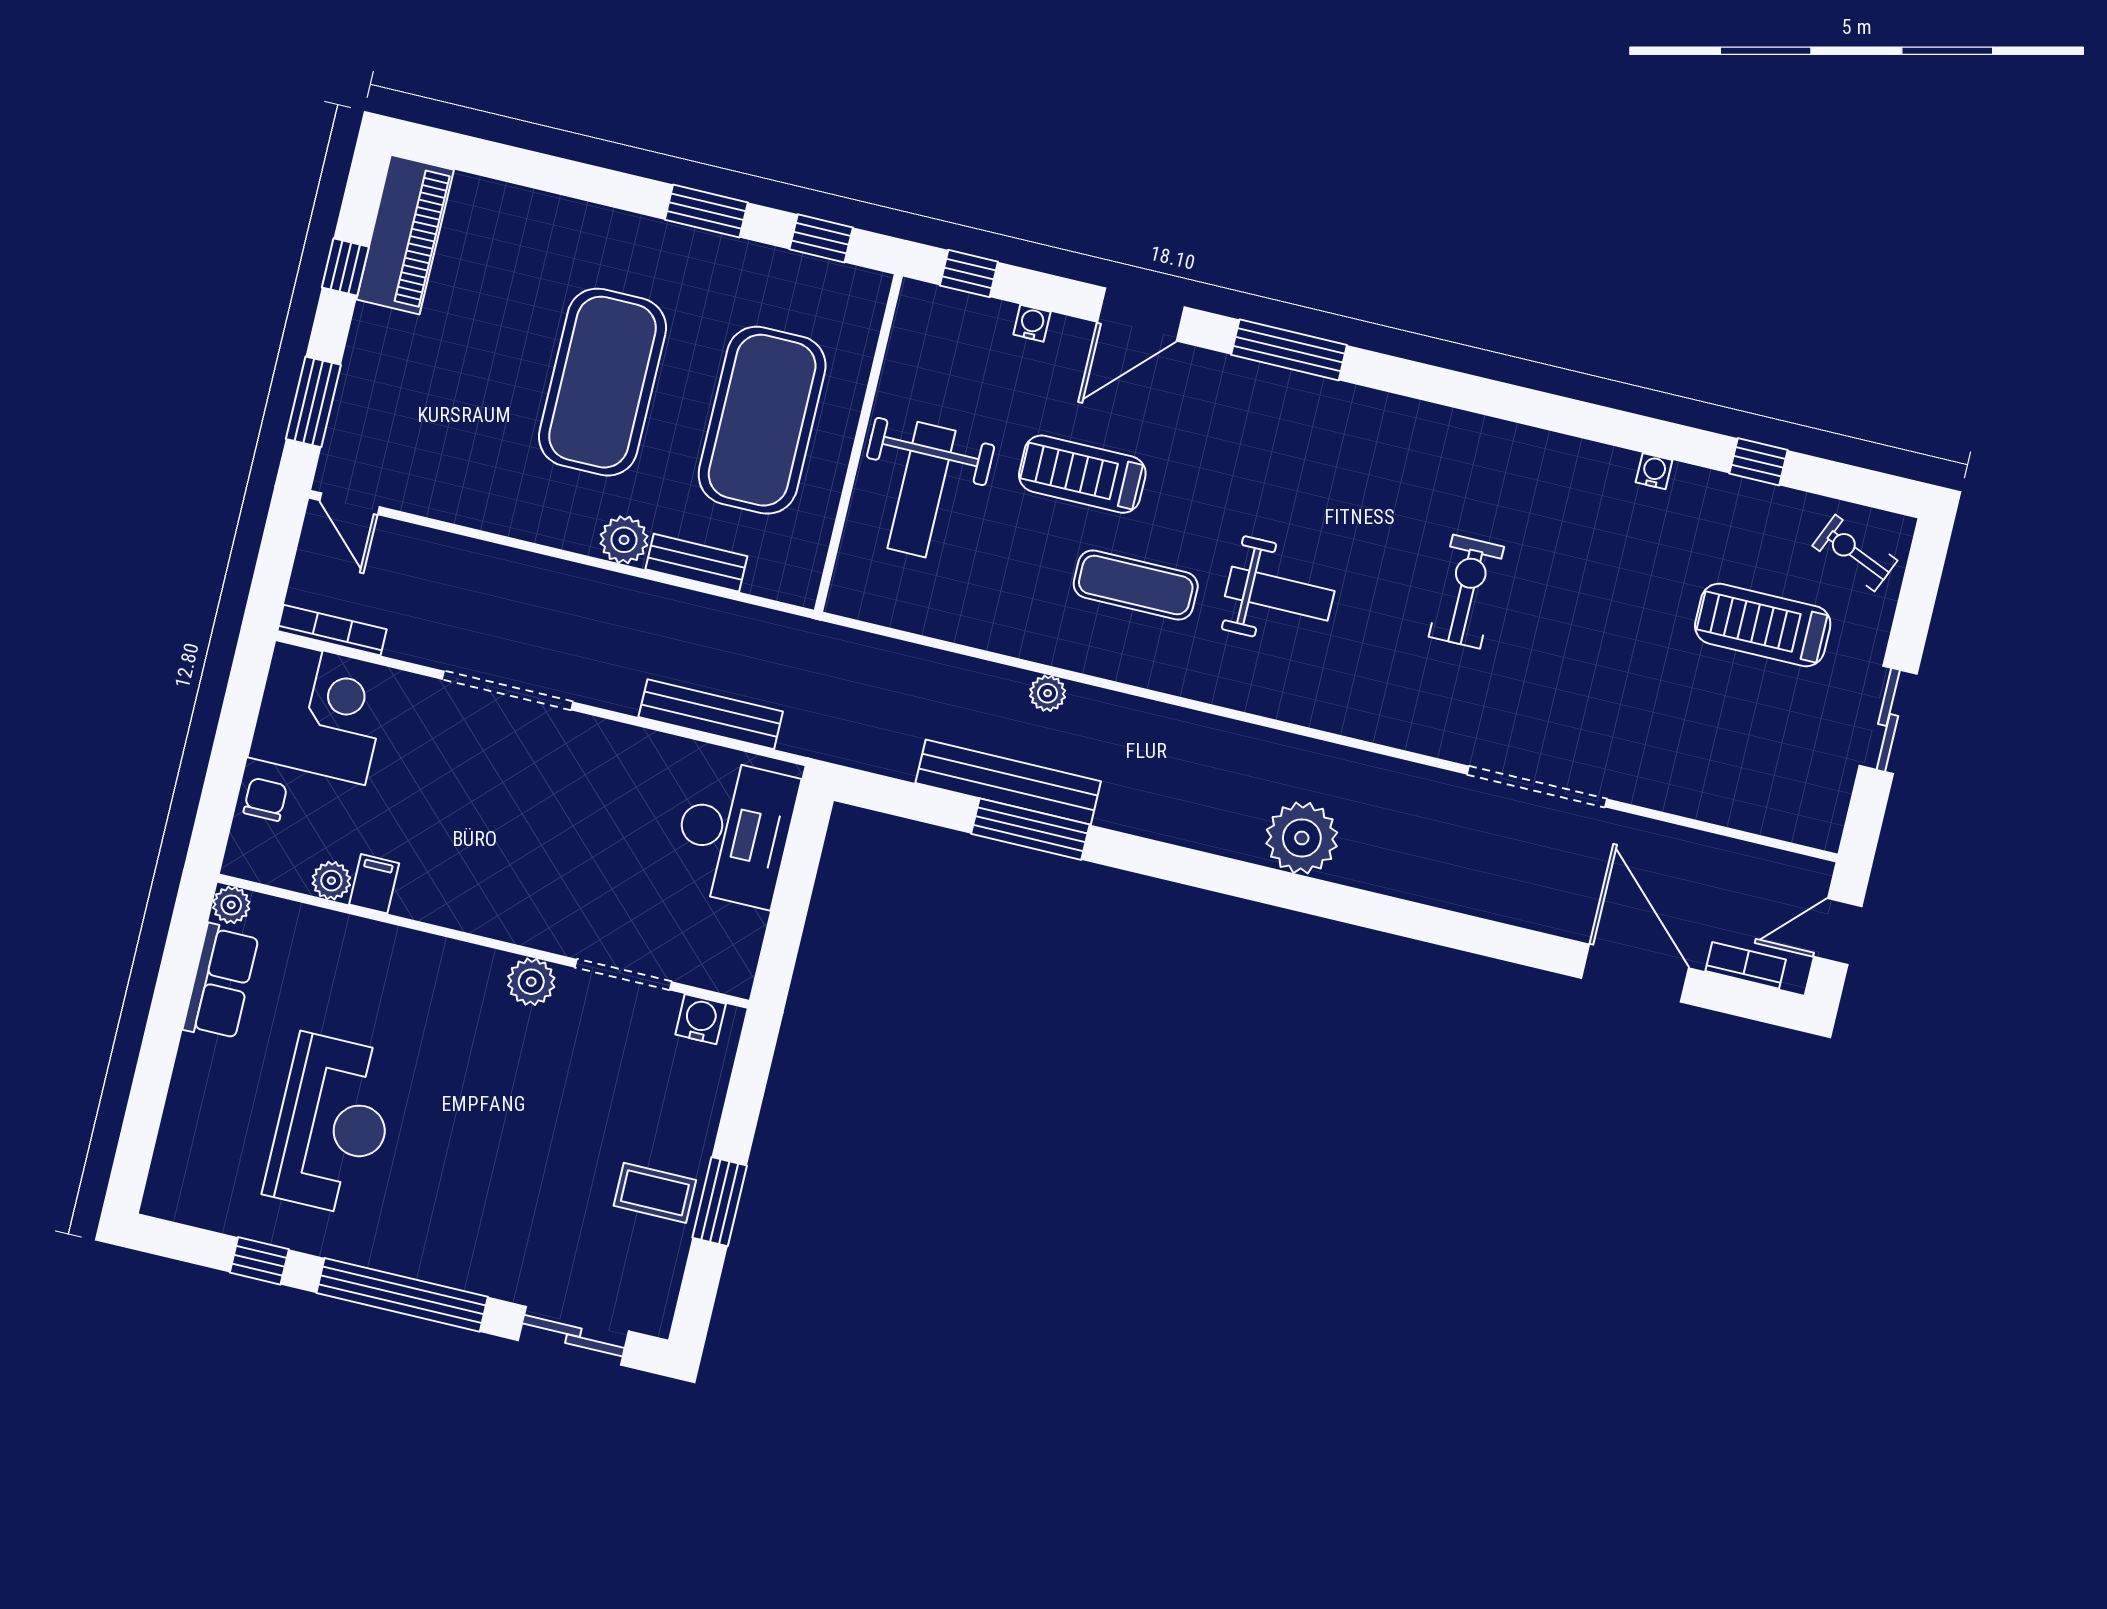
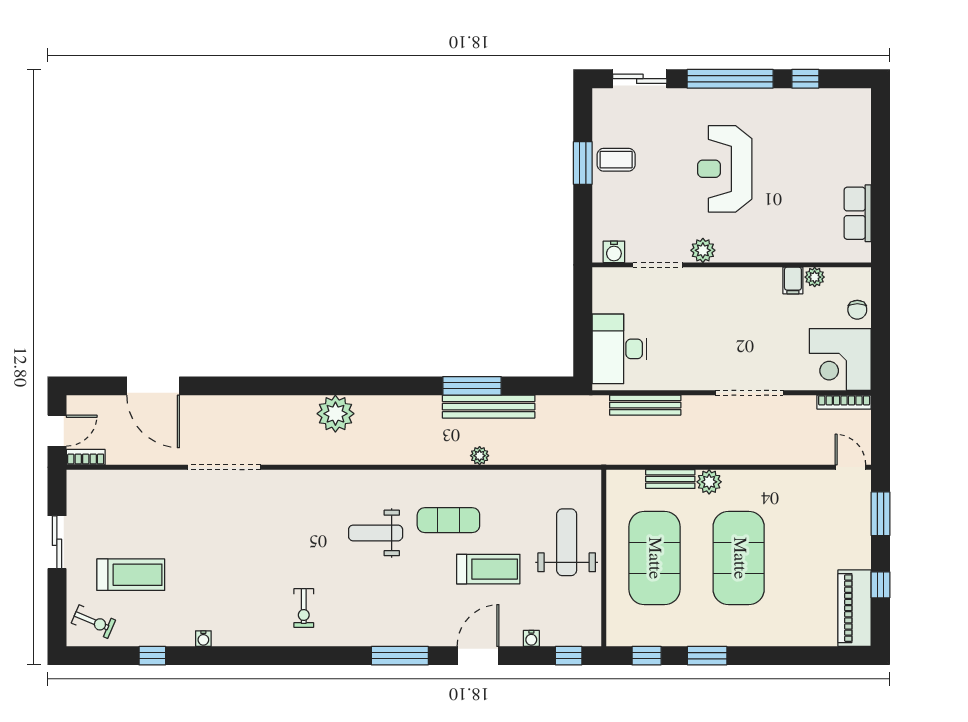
exercise bike: (1466, 592) -> (304, 608), moved, width x0.73, depth x0.72
plant: (231, 905) -> (862, 253), removed
bookcase: (1746, 965) -> (86, 457), moved, turned 180
reception desk: (332, 1125) -> (725, 169), moved

